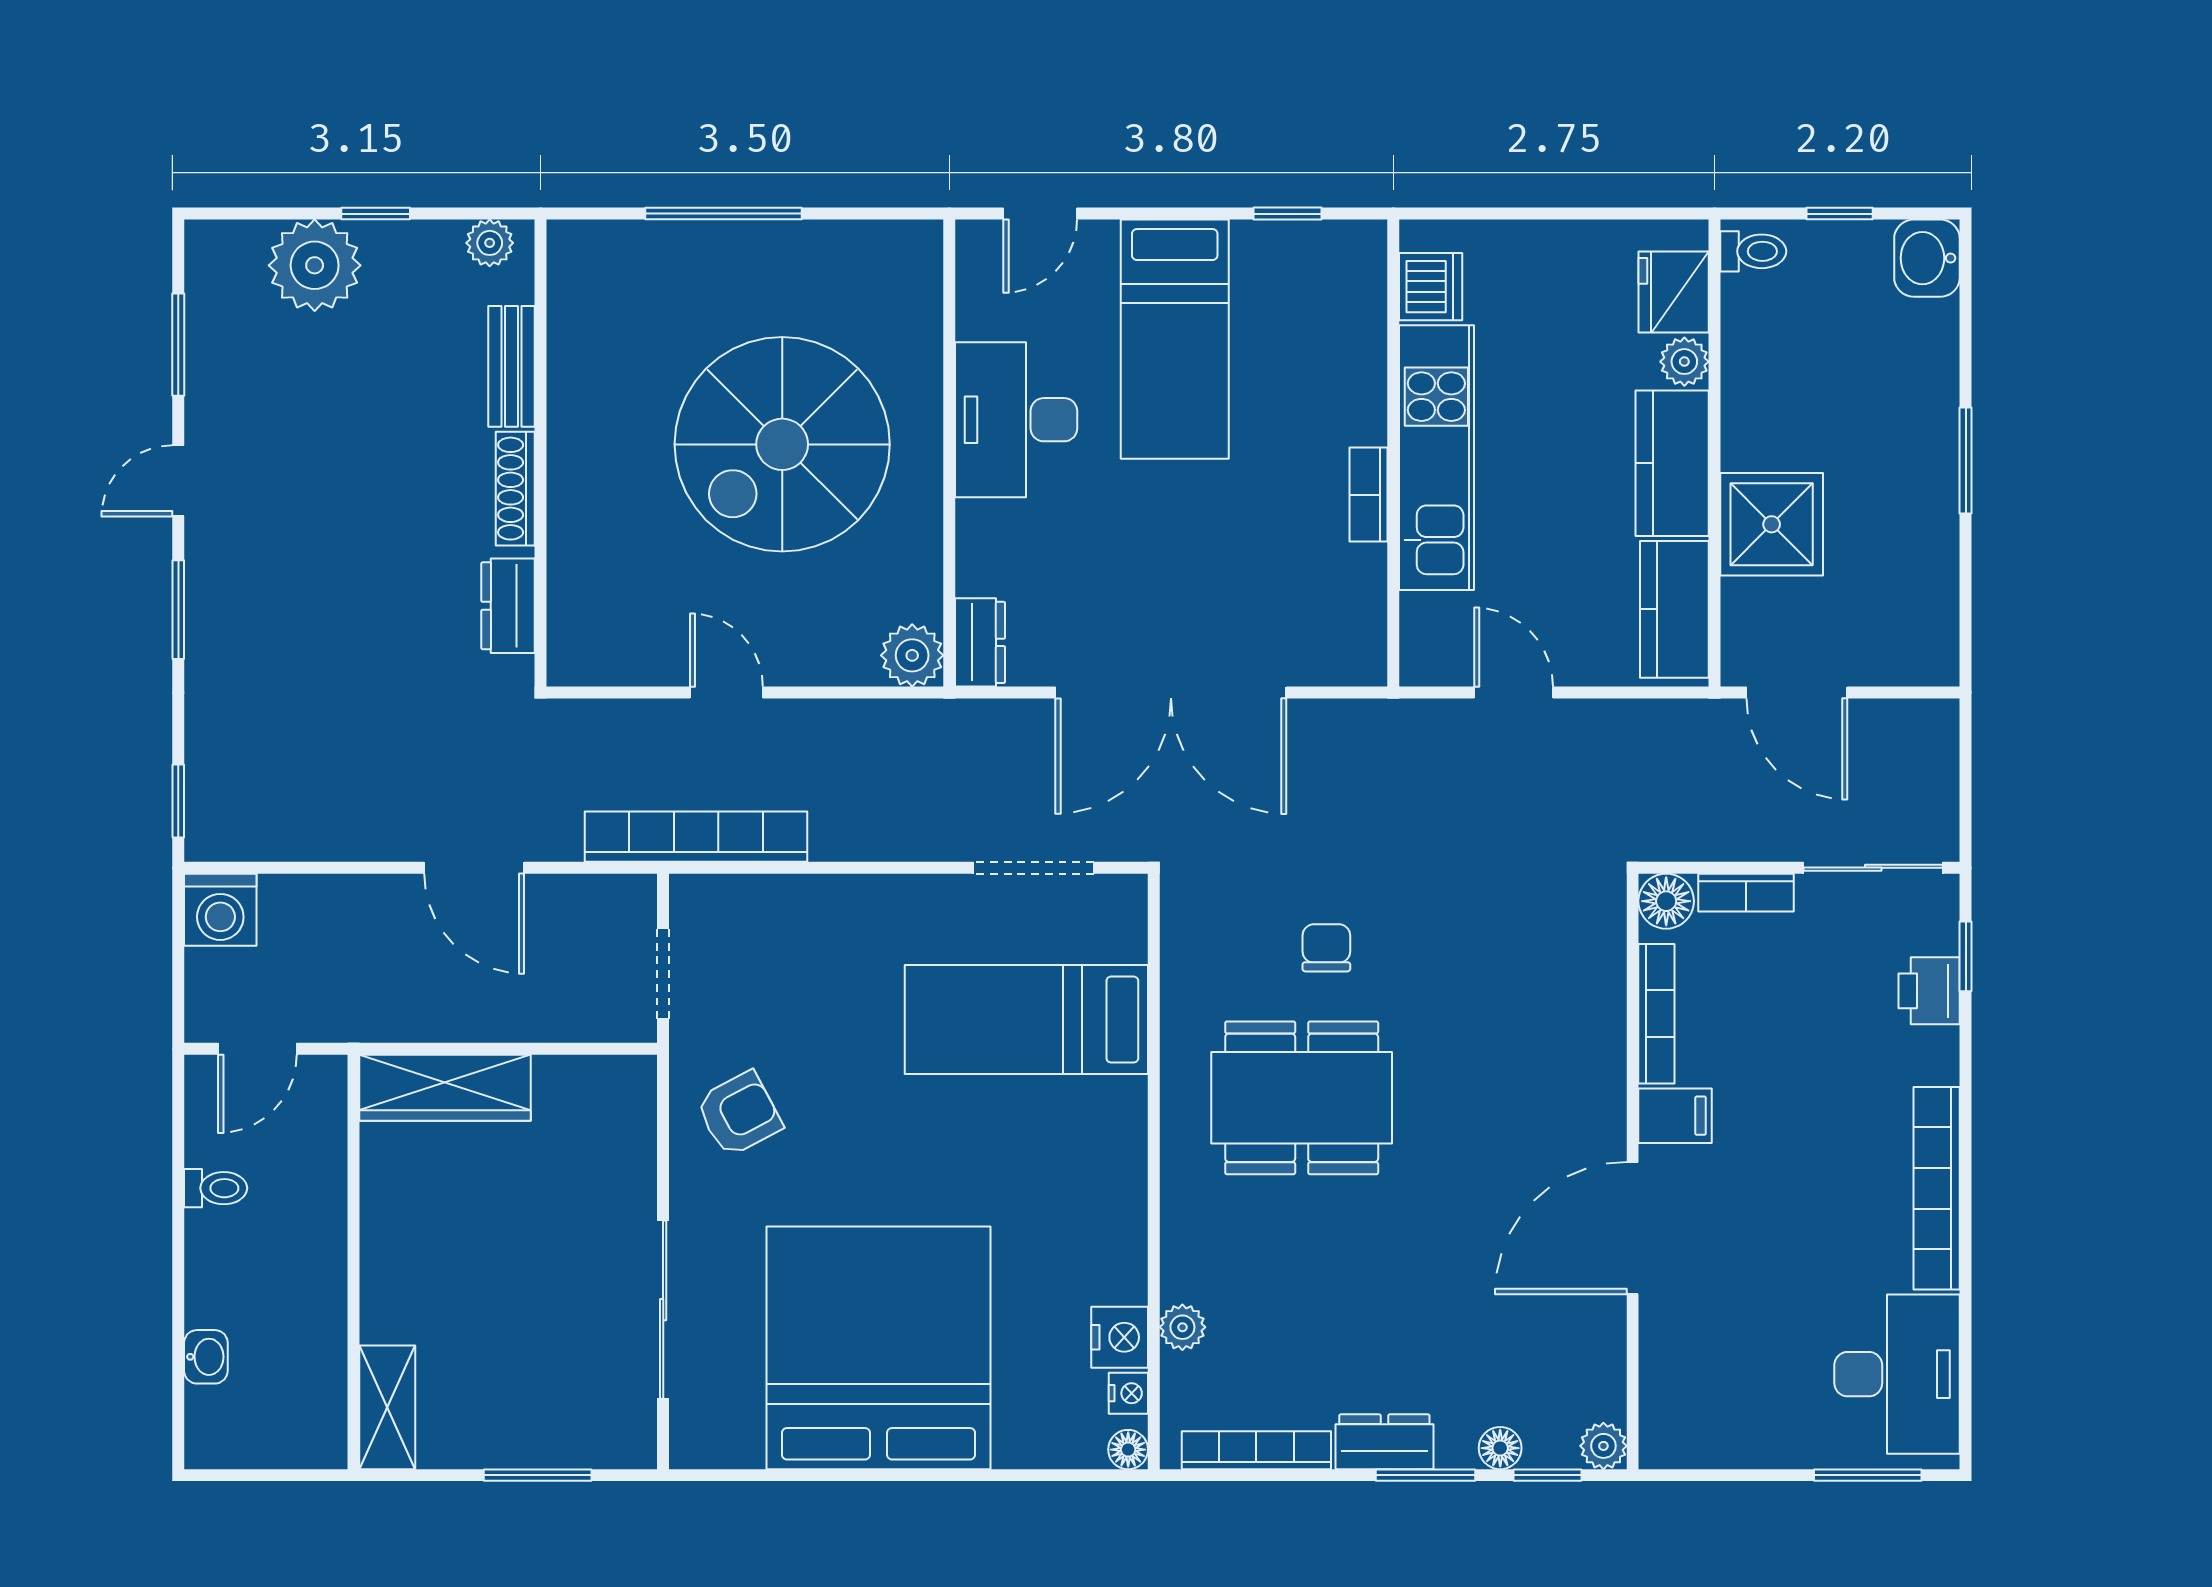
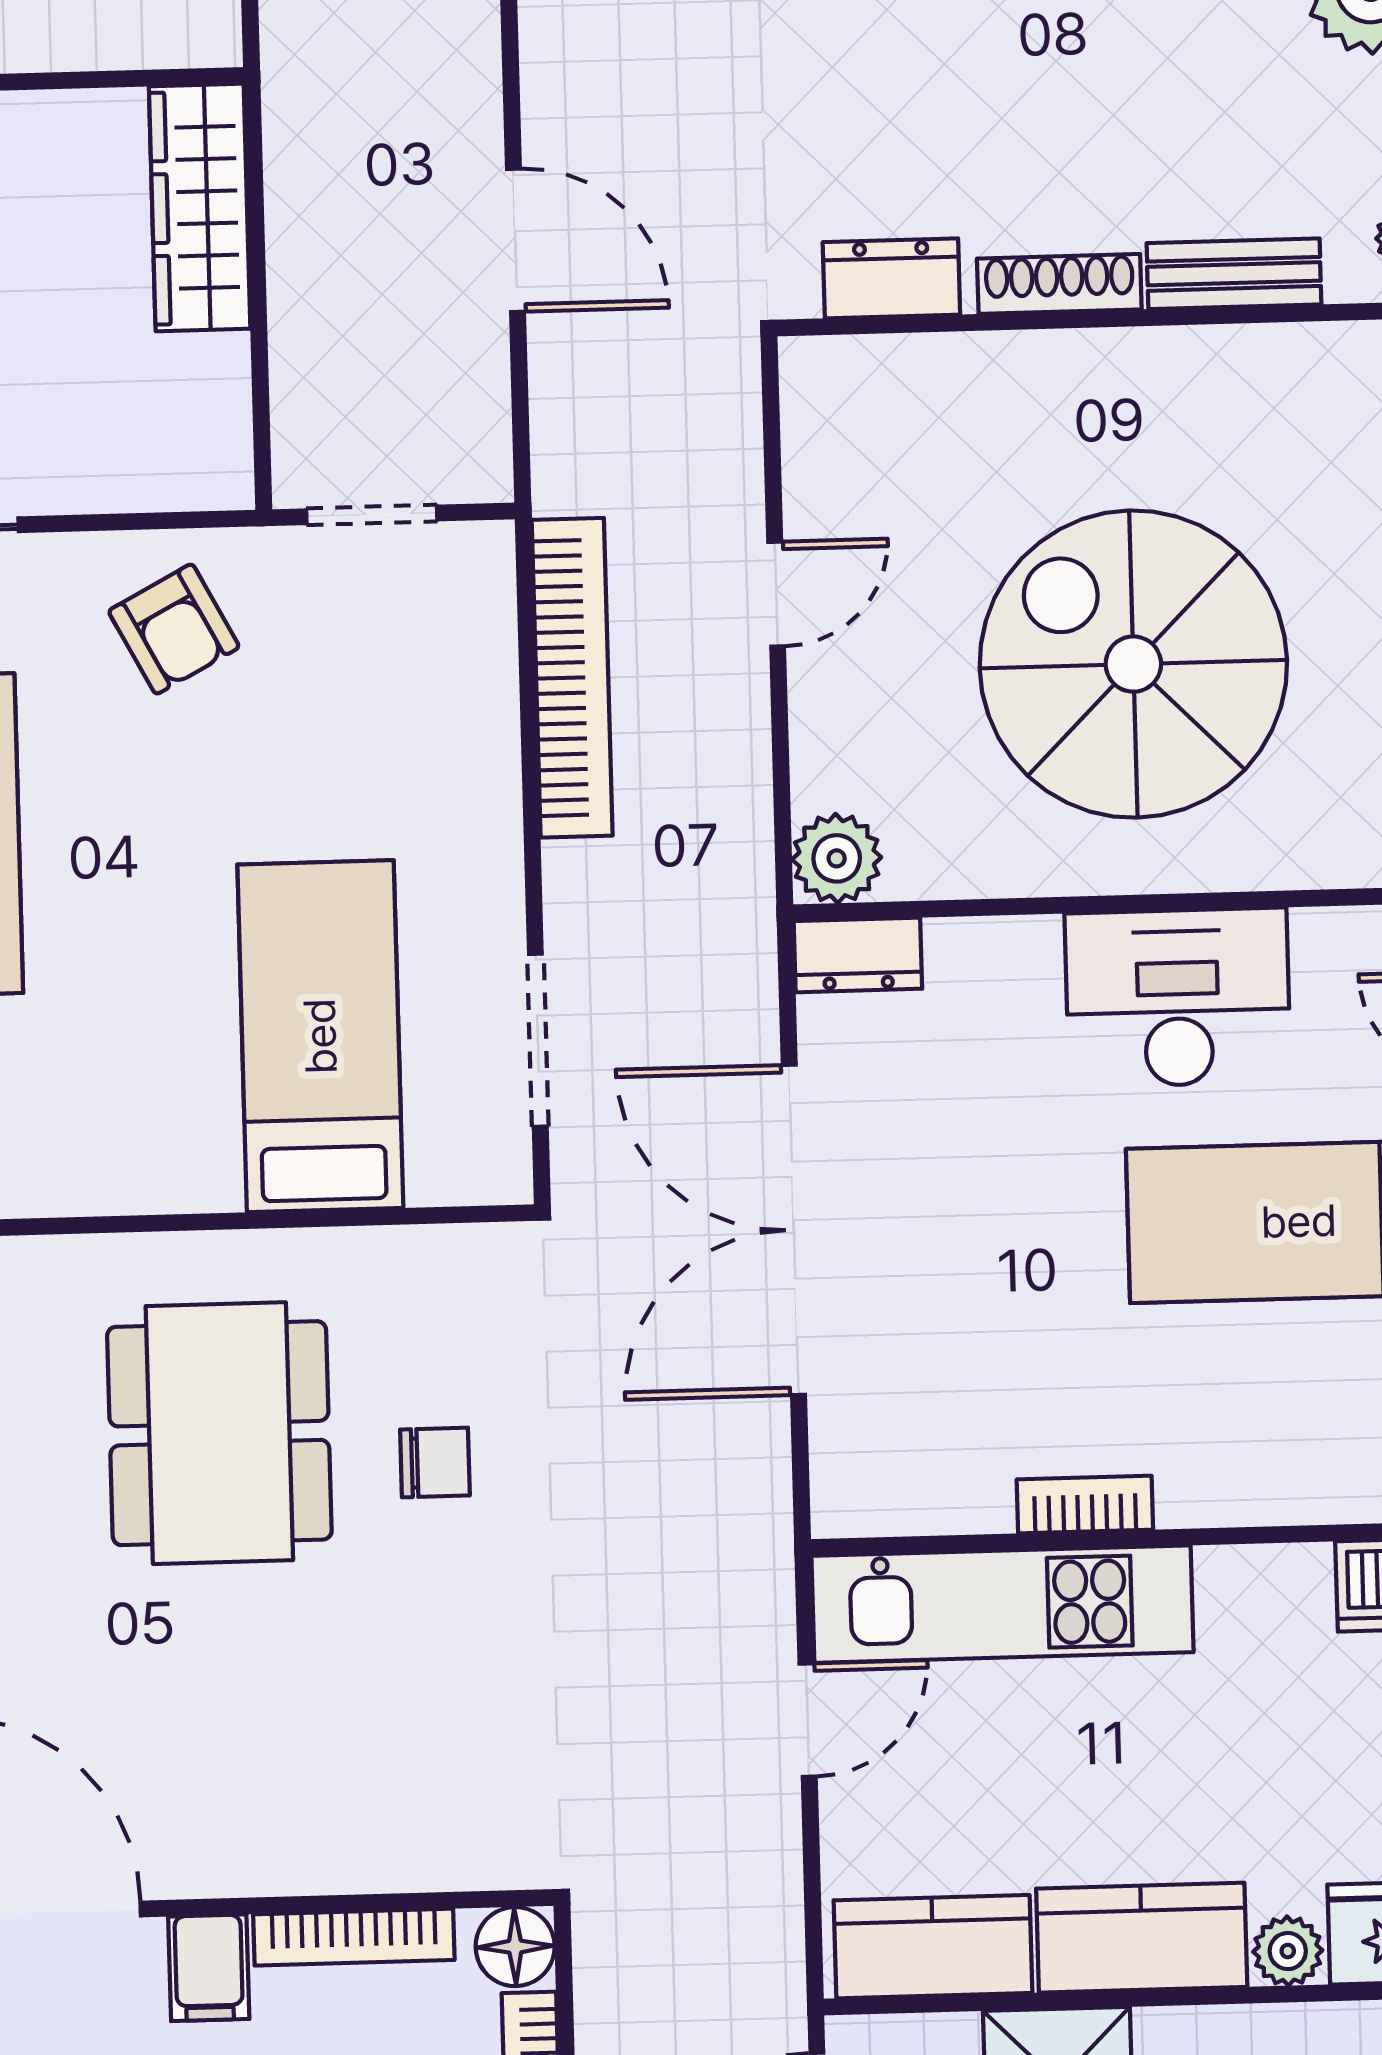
kitchen unit: (1436, 458) -> (1002, 1604), moved
bookcase: (696, 837) -> (572, 678), moved
door: (474, 868) -> (515, 240), swing flipped

